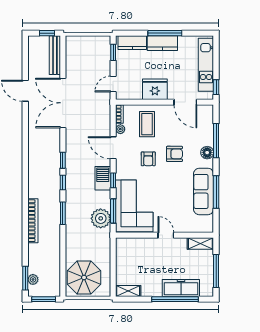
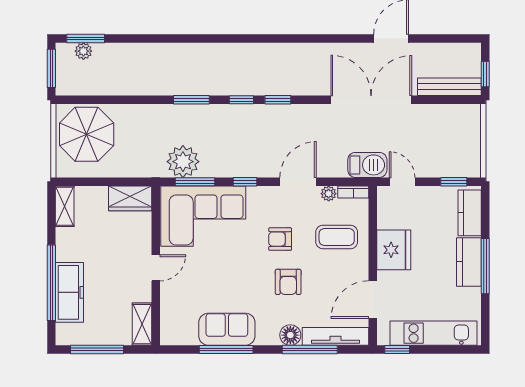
tv unit: (208, 125) -> (335, 336), added
barbecue: (103, 178) -> (367, 165), moved
sofa: (204, 191) -> (227, 329), width x0.73
bookcase: (33, 221) -> (179, 51), removed
wardrobe: (123, 251) -> (130, 198), added

